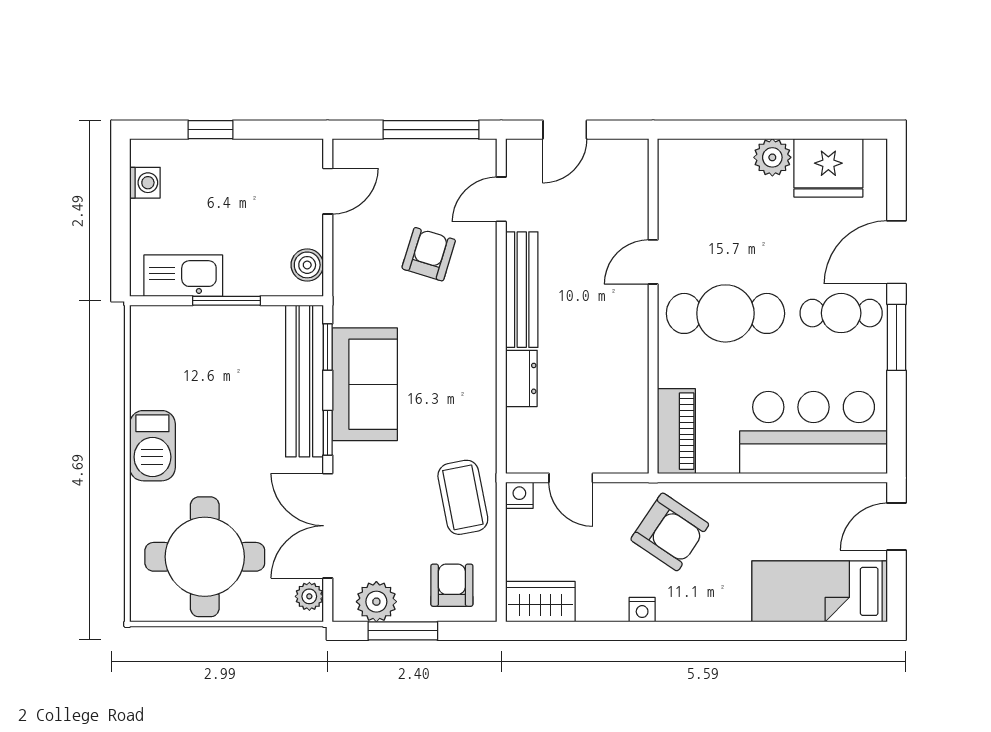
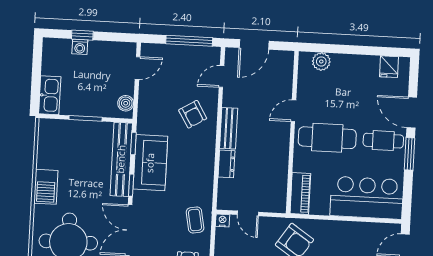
door: (565, 130) -> (254, 44), width x1.37
plant: (772, 157) -> (321, 61), moved
fridge: (828, 168) -> (389, 67), width x0.53, depth x0.75
washing machine: (145, 183) -> (80, 47), moved, turned 90
door: (896, 252) -> (412, 113), hinge flipped
armchair: (429, 254) -> (193, 114), moved, turned 132
kitchen sink: (183, 276) -> (50, 95), moved, turned 90
bench: (522, 290) -> (229, 128), width x0.73
coffee table: (463, 497) -> (195, 220), width x0.73, depth x0.77

